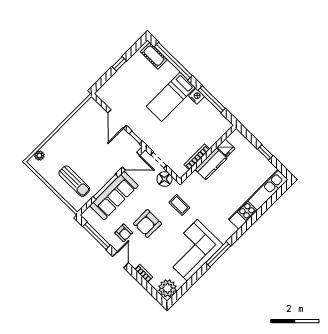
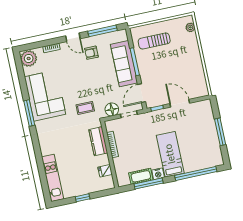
cot: (154, 56) -> (141, 176), moved
window: (119, 64) -> (220, 132), width x2.17
kitchen counter: (211, 164) -> (98, 141), moved
kitchen unit: (258, 199) -> (53, 178), width x0.73
armchair: (147, 224) -> (87, 75), removed

